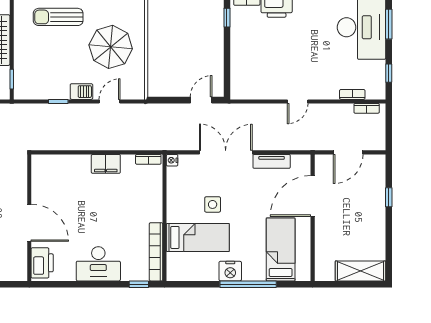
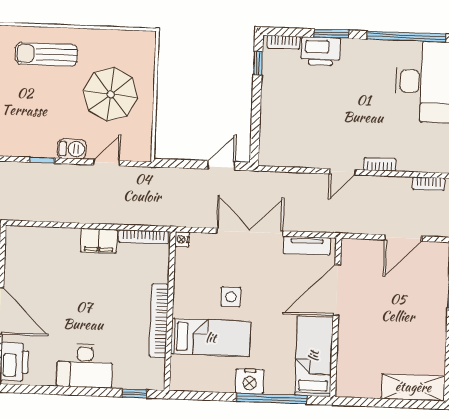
bookcase: (352, 94) -> (380, 164), moved
bookcase: (148, 159) -> (143, 237), width x1.56
door: (313, 196) -> (337, 290), moved
wall: (313, 218) -> (336, 317), moved
bookcase: (156, 252) -> (159, 321), moved

